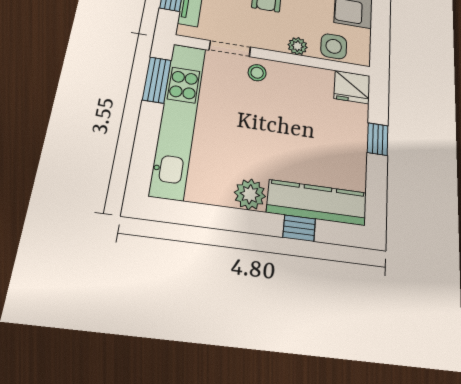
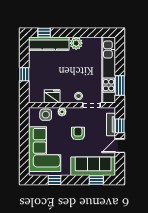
fridge: (352, 87) -> (52, 96), moved
window: (299, 228) -> (44, 33), moved

